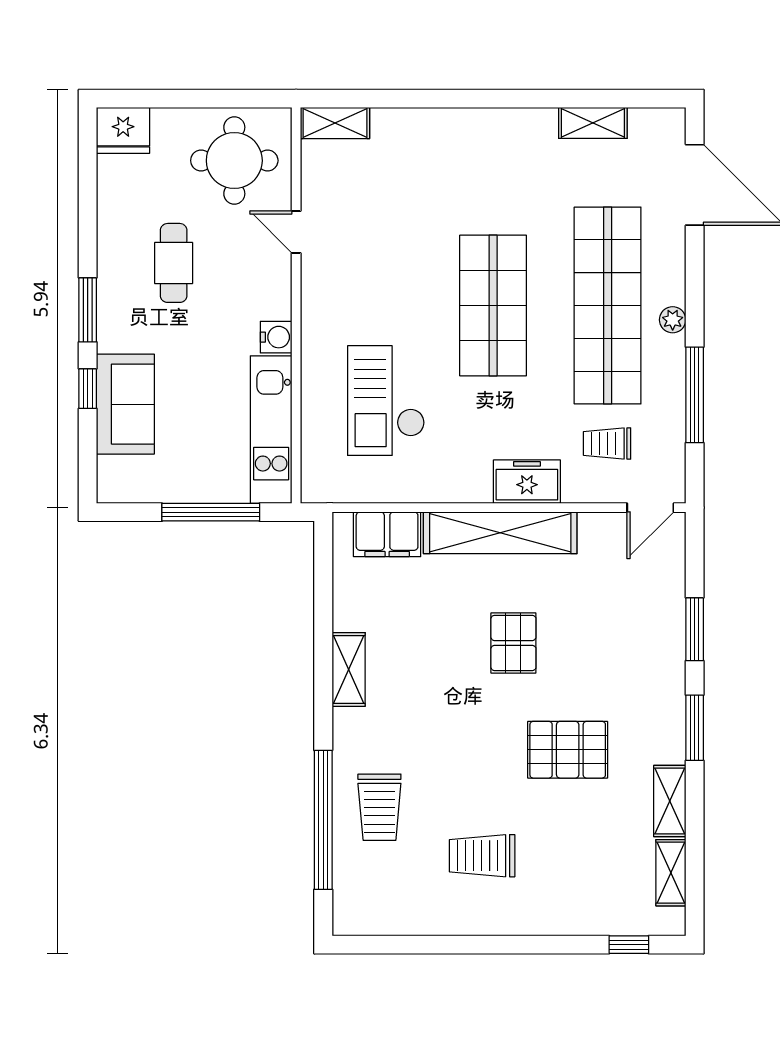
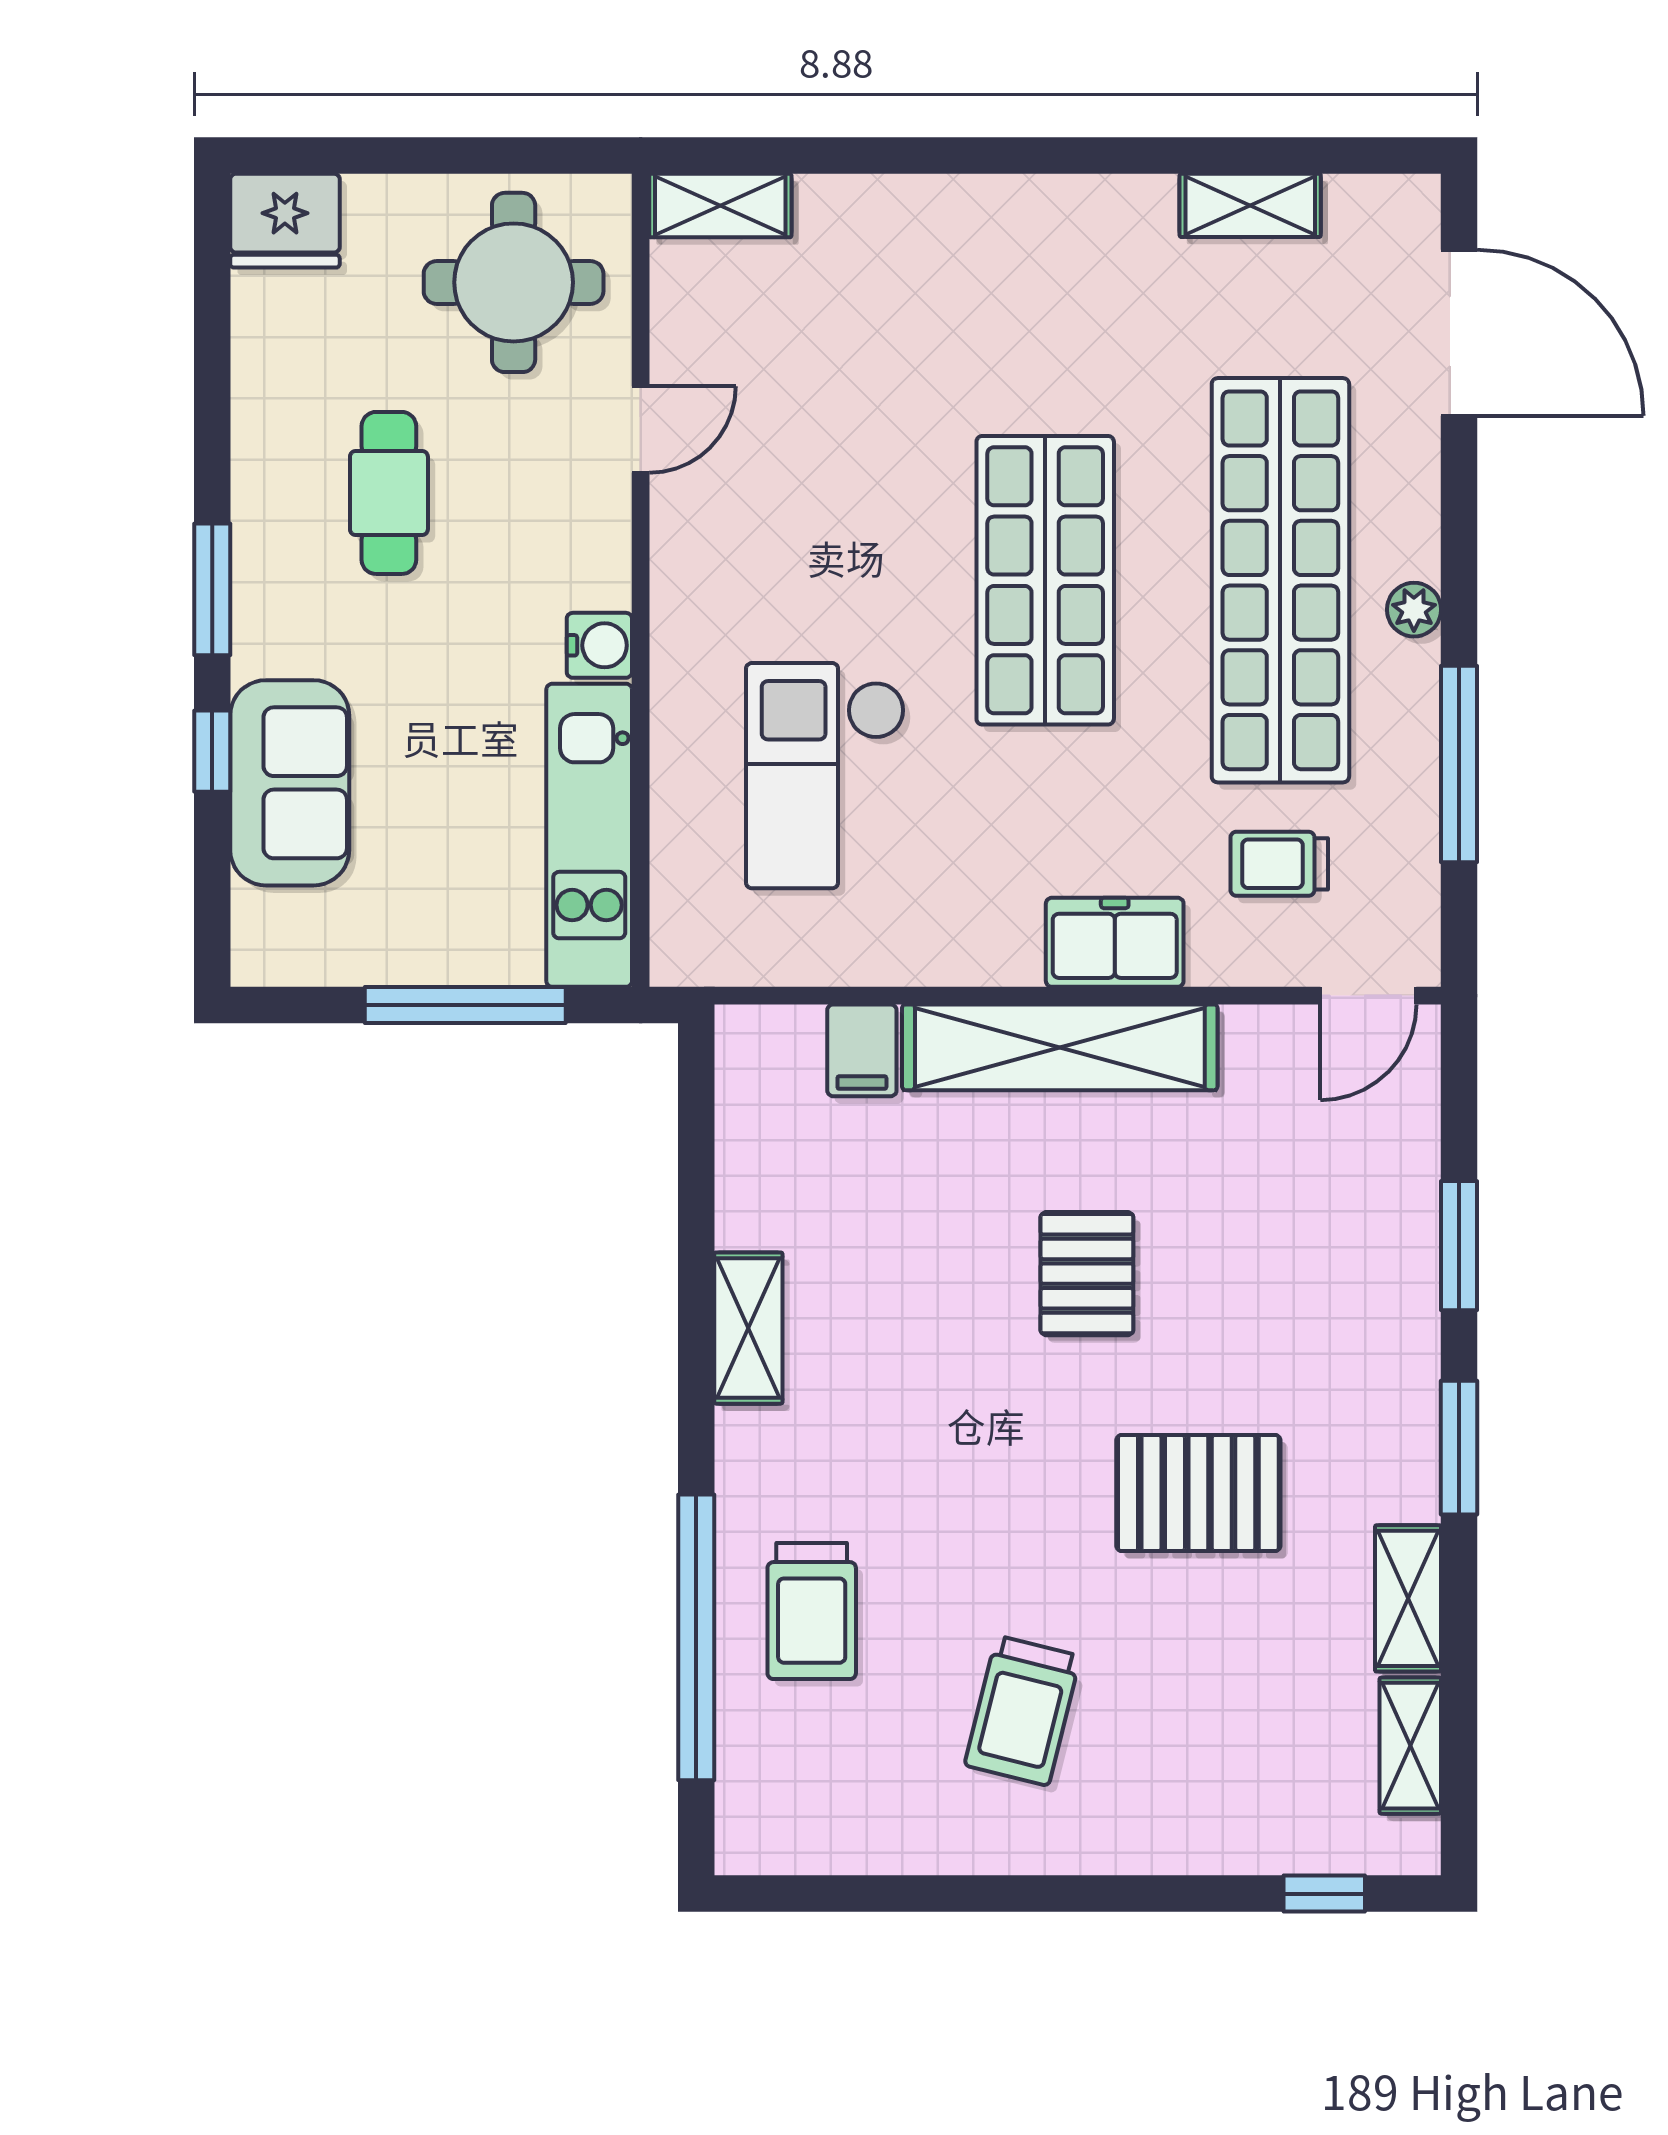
door: (296, 232) -> (641, 429), swing flipped
filing cabinet: (387, 534) -> (862, 1050), width x0.50
trolley: (482, 856) -> (1023, 1711), turned -76

